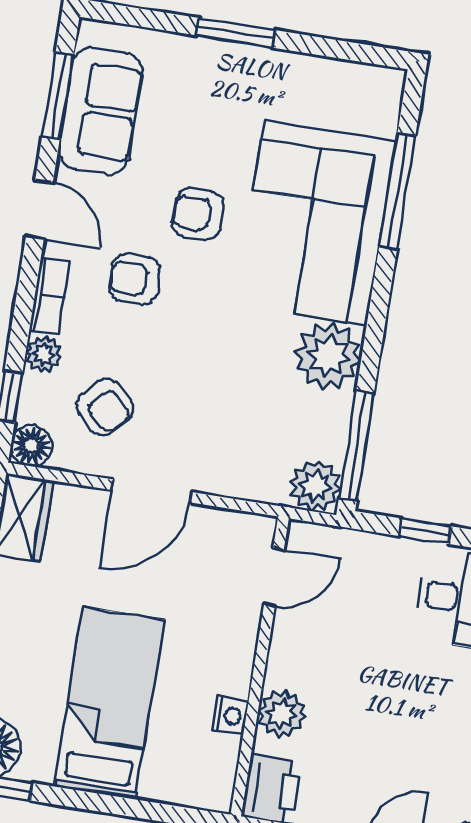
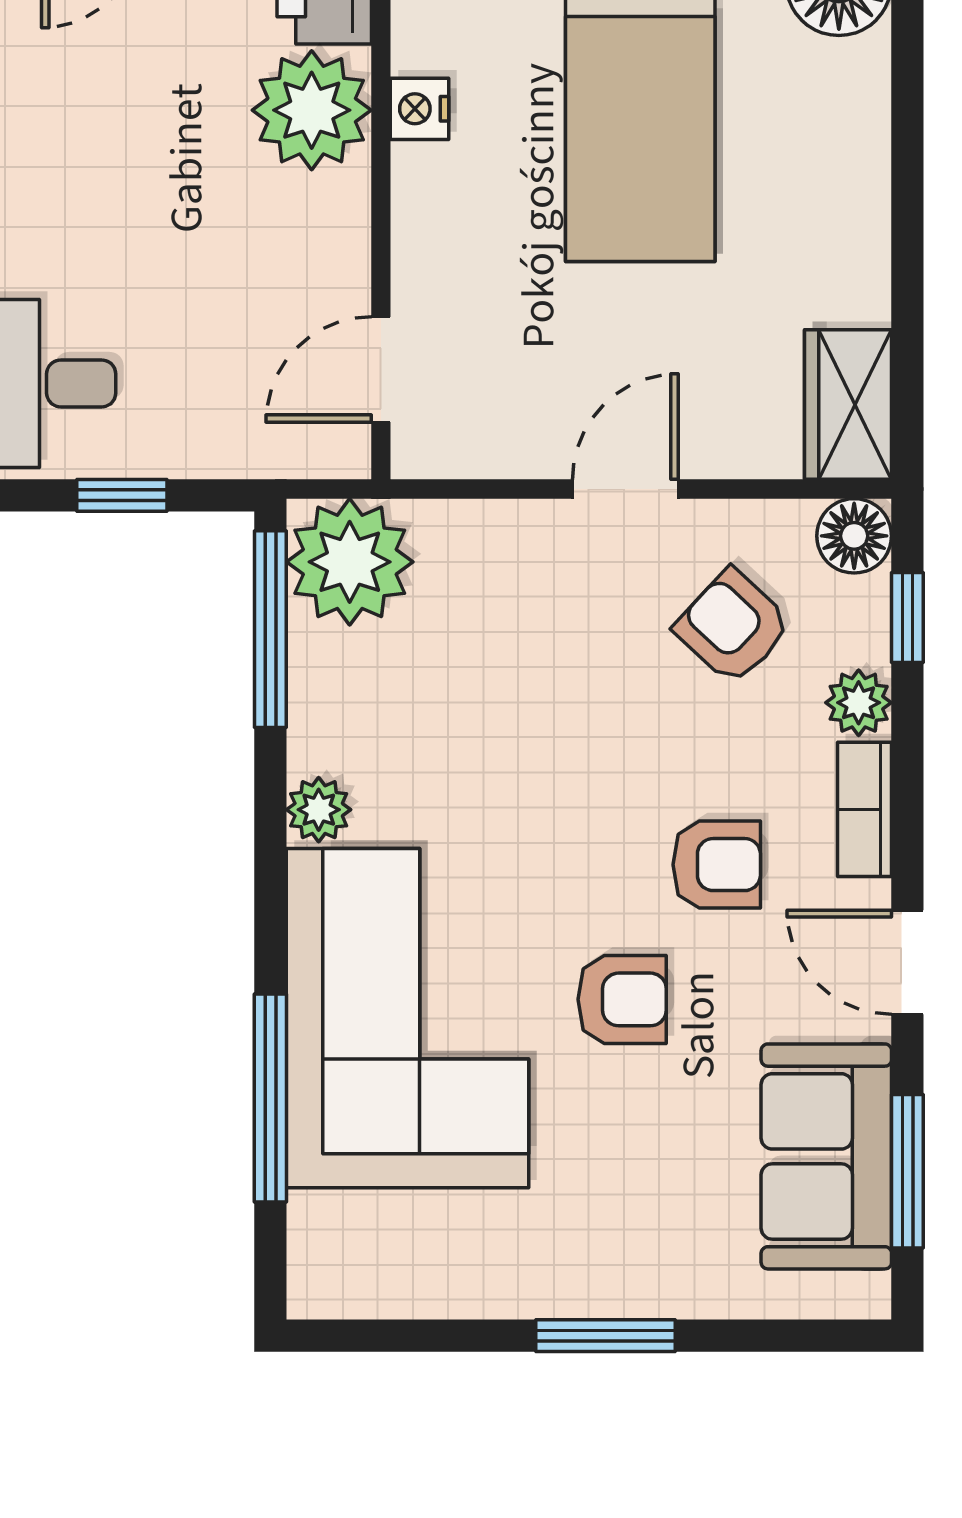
plant: (328, 356) -> (319, 810), width x0.53, depth x0.53
plant: (315, 486) -> (350, 562), width x1.36, depth x1.36
door: (151, 491) -> (625, 489), width x0.73
plant: (282, 714) -> (312, 110), width x1.36, depth x1.36

